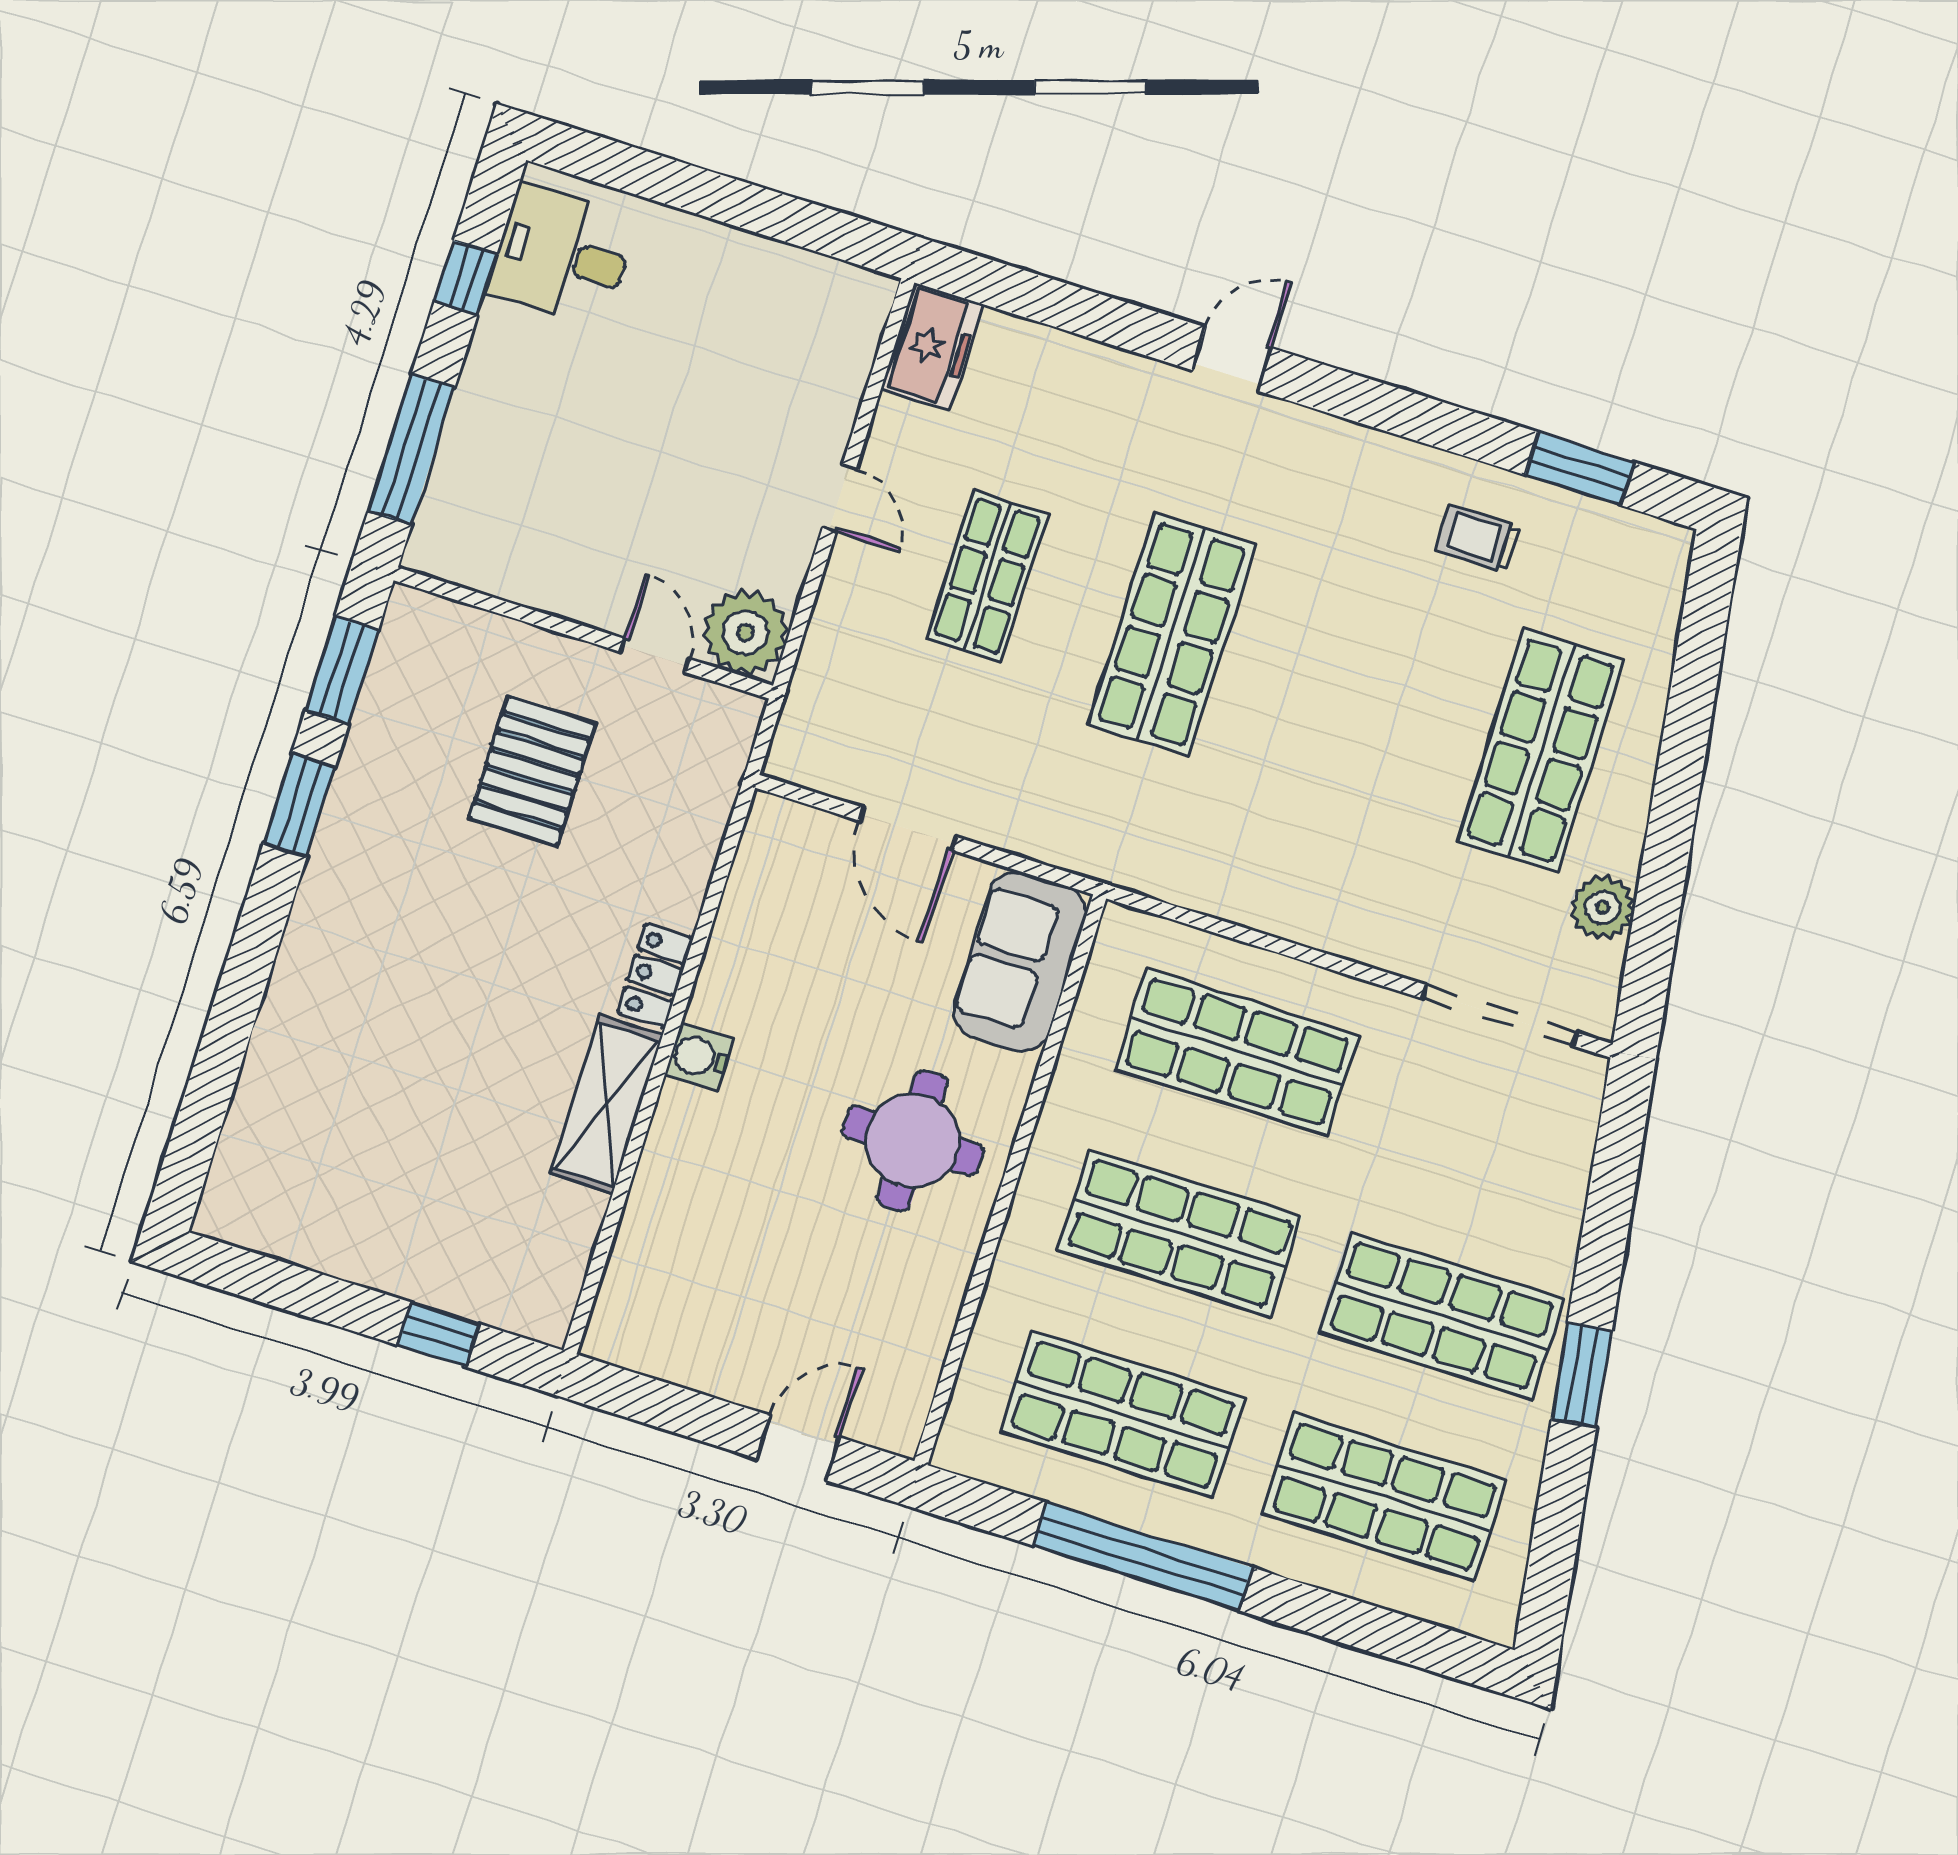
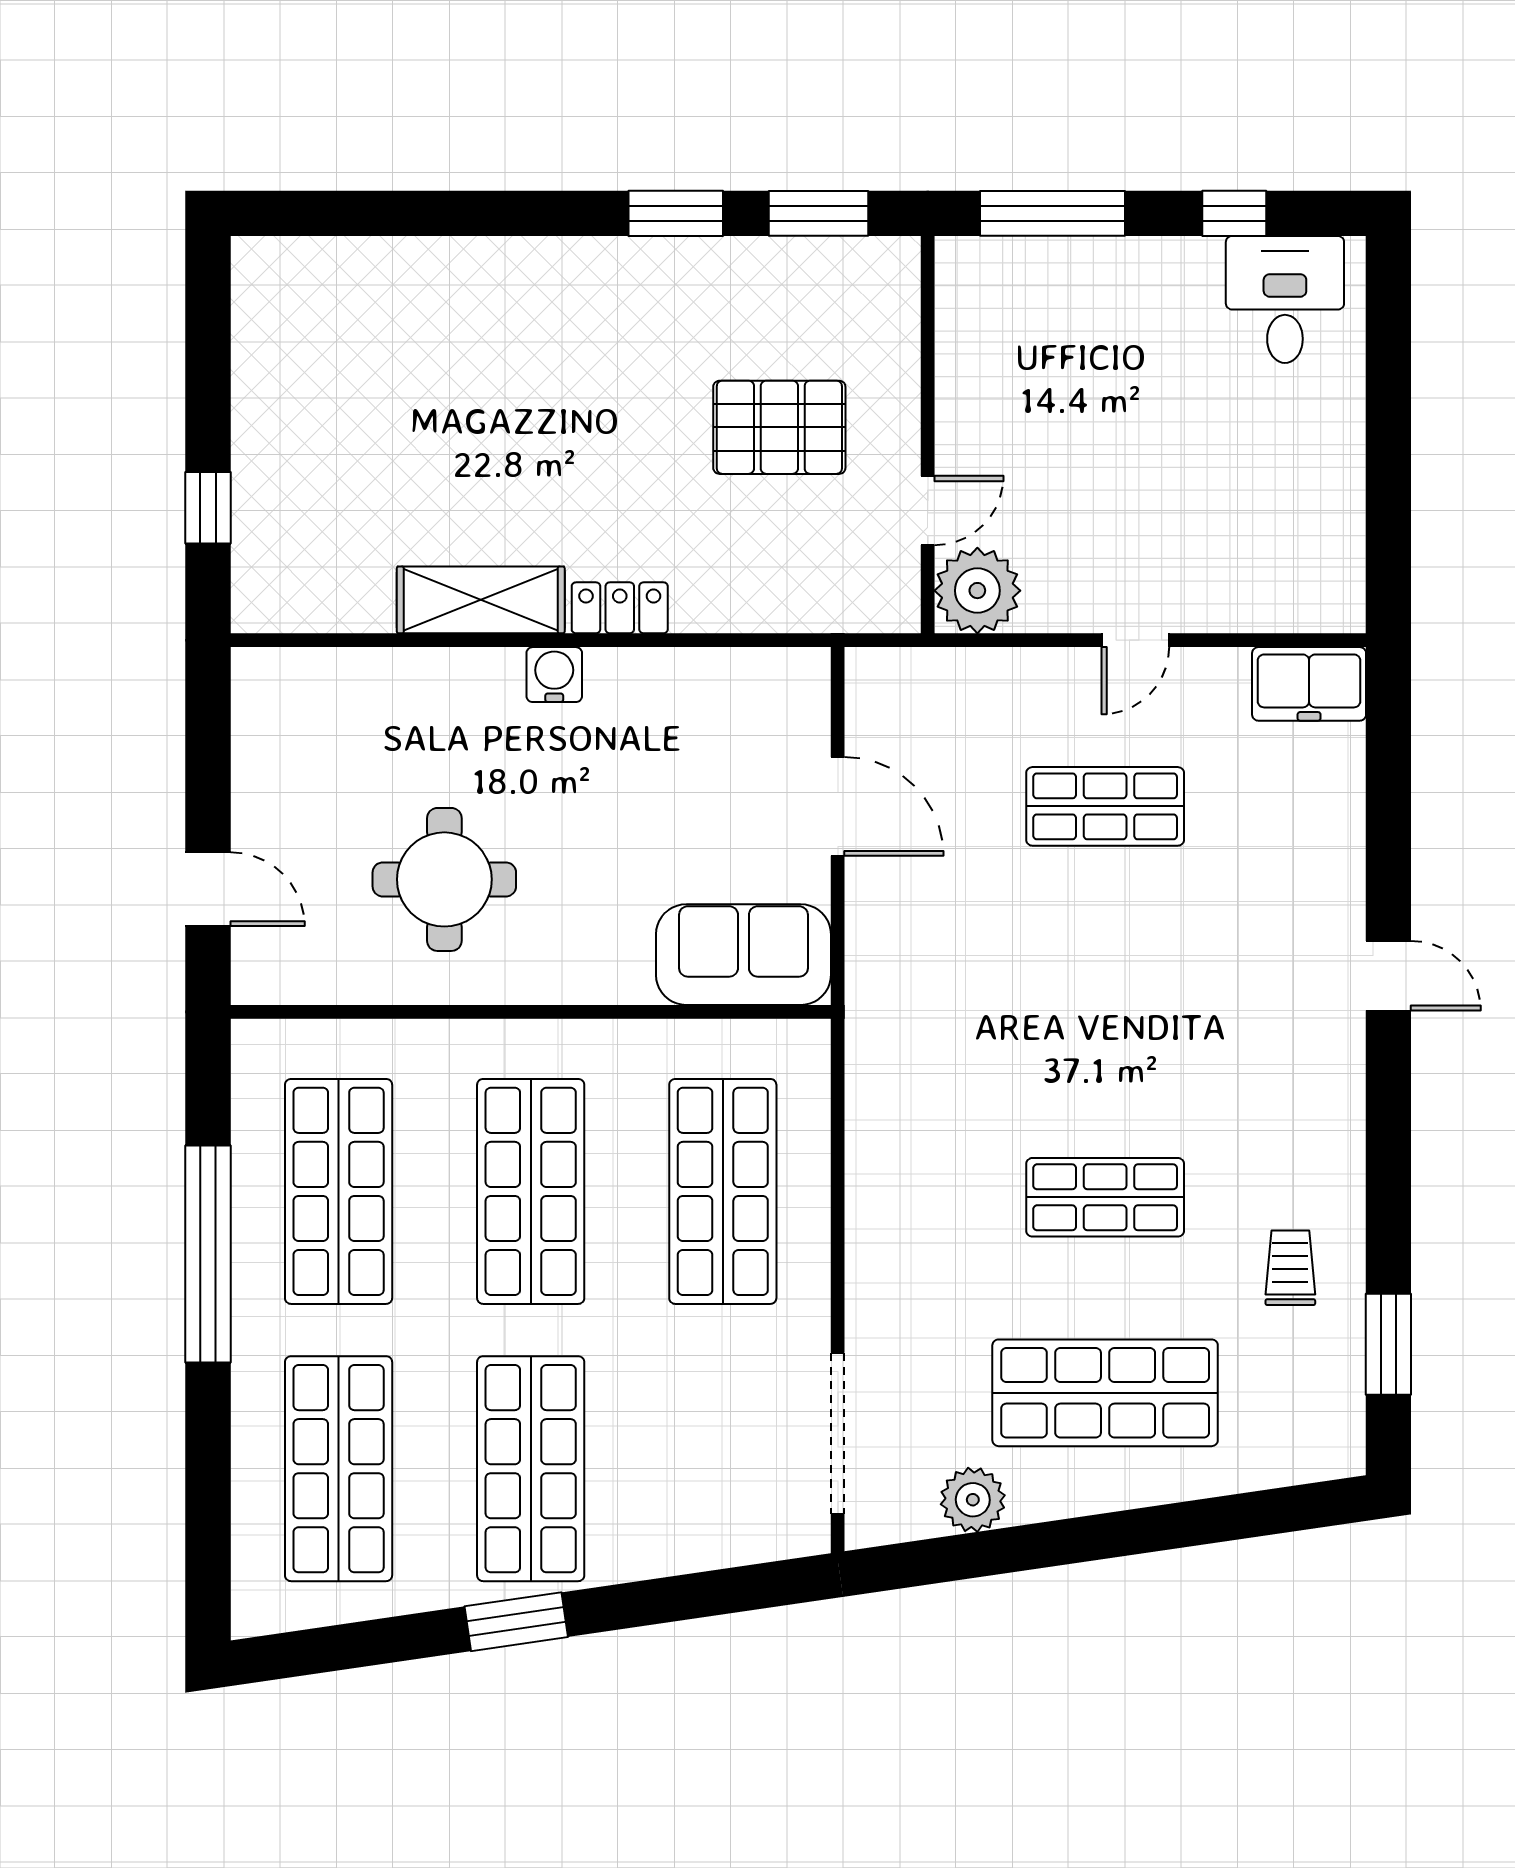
shop shelf: (1172, 634) -> (1105, 1197), moved, width x0.70, depth x0.74
door: (908, 829) -> (838, 806), swing flipped
round table: (913, 1141) -> (444, 879), moved

